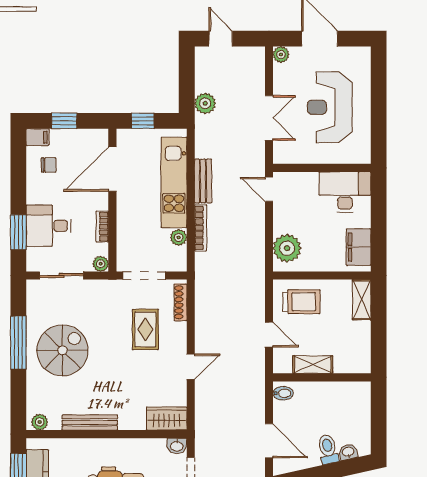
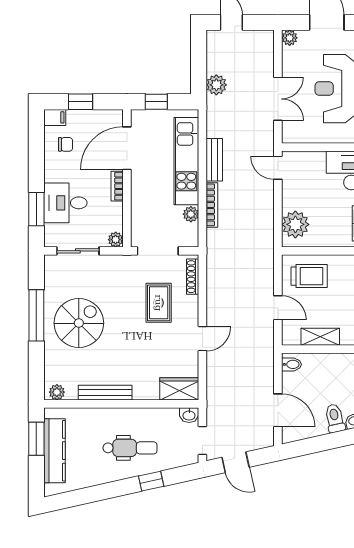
bookcase: (102, 227) -> (117, 186), moved

